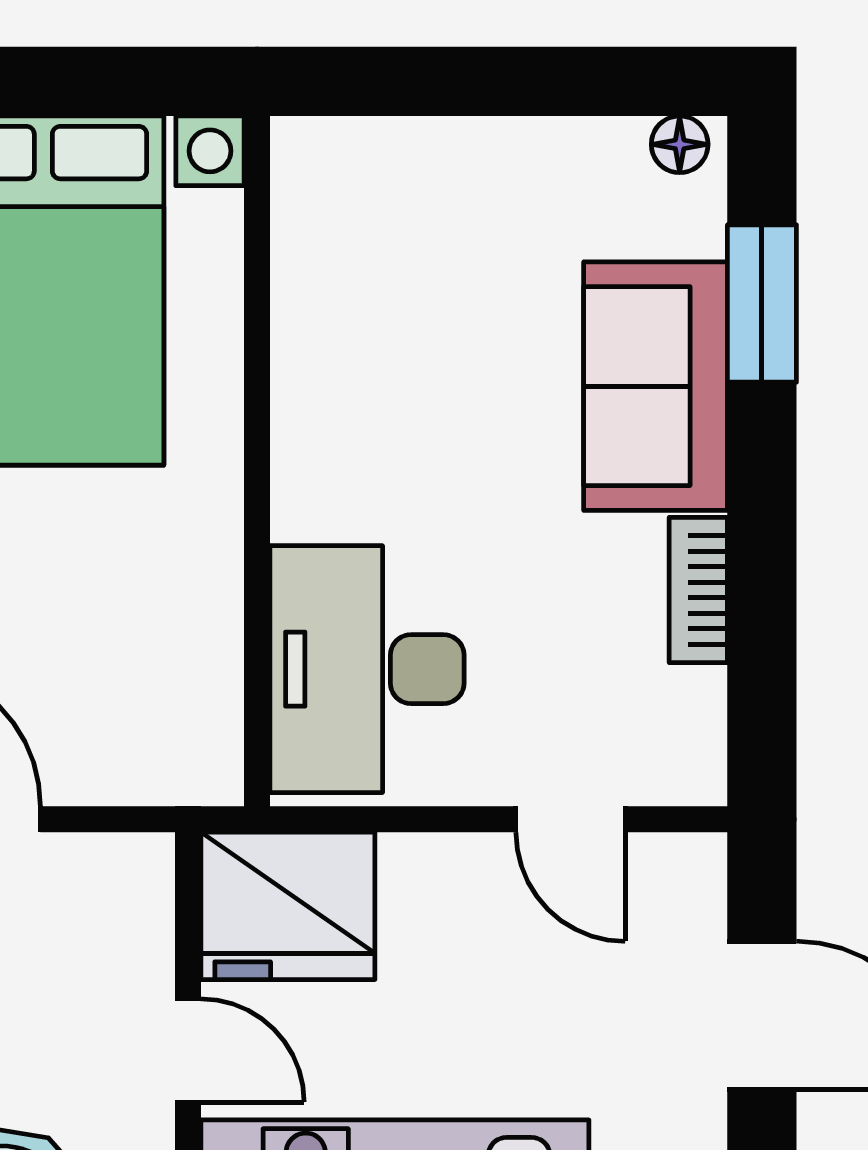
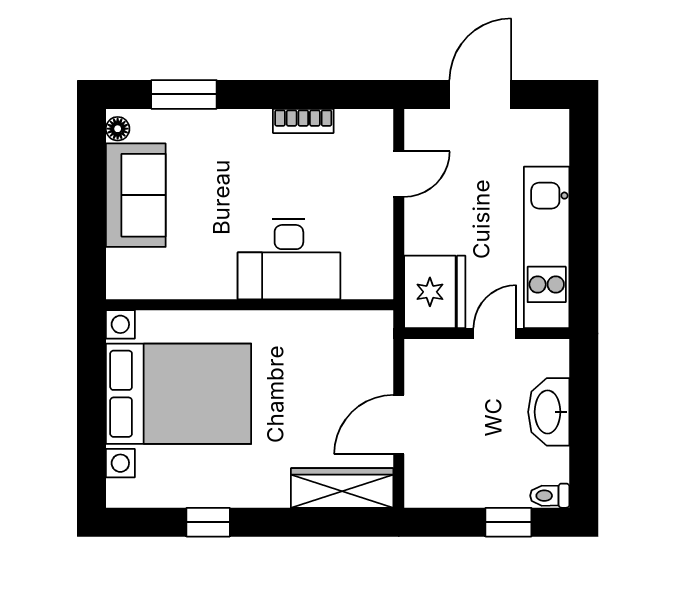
sofa: (656, 386) -> (136, 195), moved, turned -90
desk: (367, 669) -> (289, 259), moved

